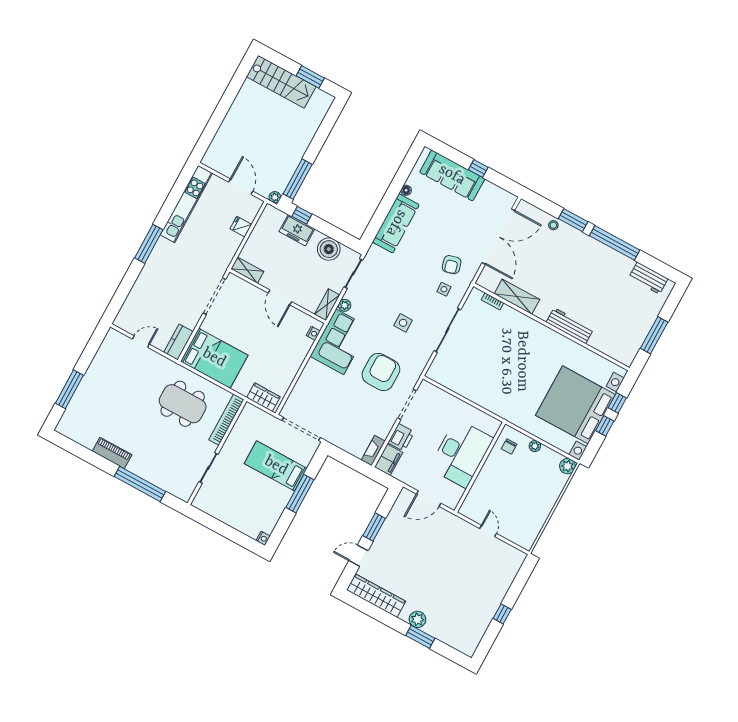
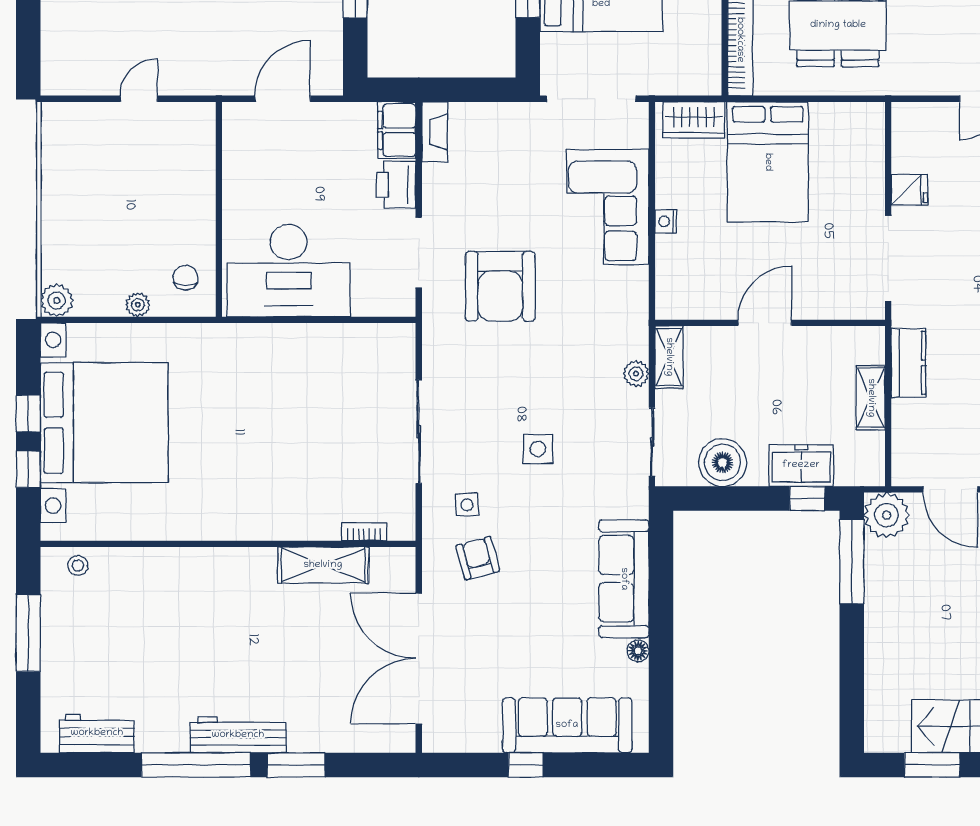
plant: (275, 197) -> (887, 515), width x1.88, depth x1.88
stool: (553, 225) -> (78, 565), moved
fridge: (241, 227) -> (909, 190), moved
shelving: (247, 270) -> (871, 398), moved, turned 90
door: (280, 297) -> (765, 323), hinge flipped
side table: (403, 323) -> (538, 449), moved
workbench: (570, 326) -> (238, 735), moved, turned 180
nightstand: (313, 333) -> (666, 221), moved
kitchen counter: (178, 342) -> (908, 363), moved
corner sofa: (340, 342) -> (608, 207), moved
bed: (214, 358) -> (768, 162), moved, turned -90
desk: (461, 453) -> (289, 271), moved, turned -90
door: (488, 531) -> (139, 99), swing flipped

